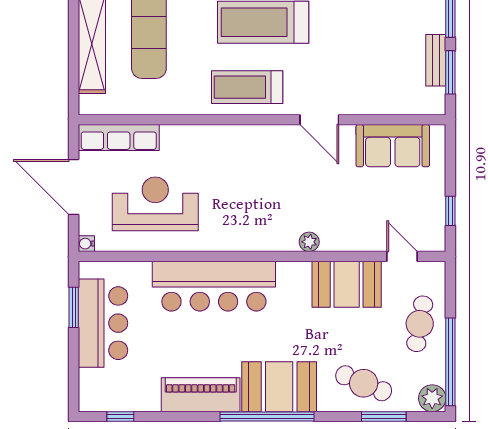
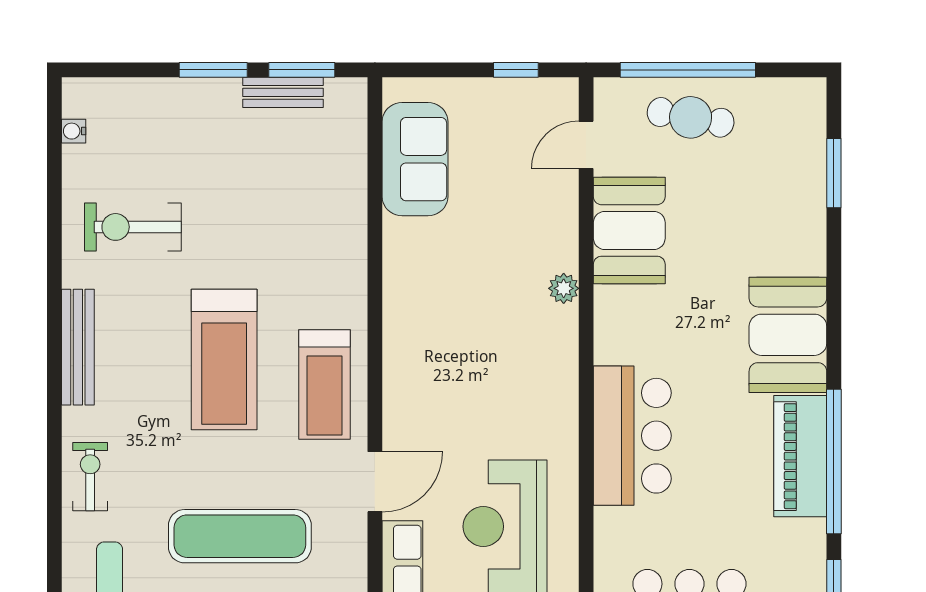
door: (319, 120) -> (375, 482), moved
bar counter: (214, 286) -> (632, 436), width x0.73
window: (450, 362) -> (688, 70), moved
cafe table: (364, 383) -> (782, 204), removed
plant: (432, 398) -> (806, 98), removed
window: (267, 416) -> (834, 462), moved

